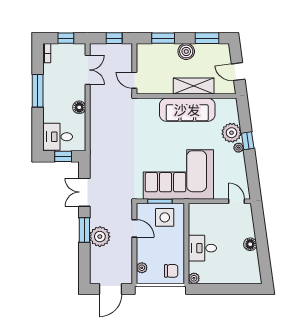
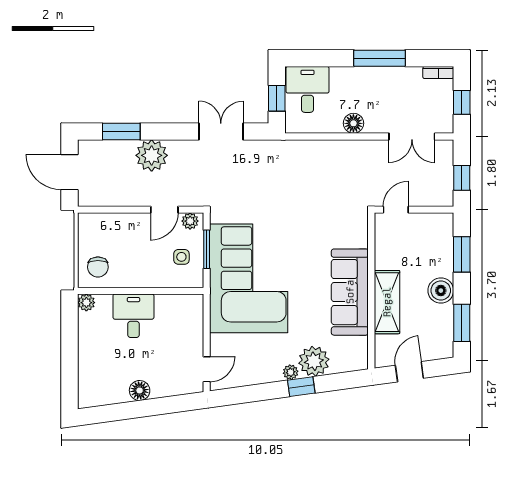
side table: (165, 217) -> (181, 257), width x0.54, depth x0.54
window: (84, 230) -> (121, 131), moved
plant: (142, 268) -> (190, 221), moved

